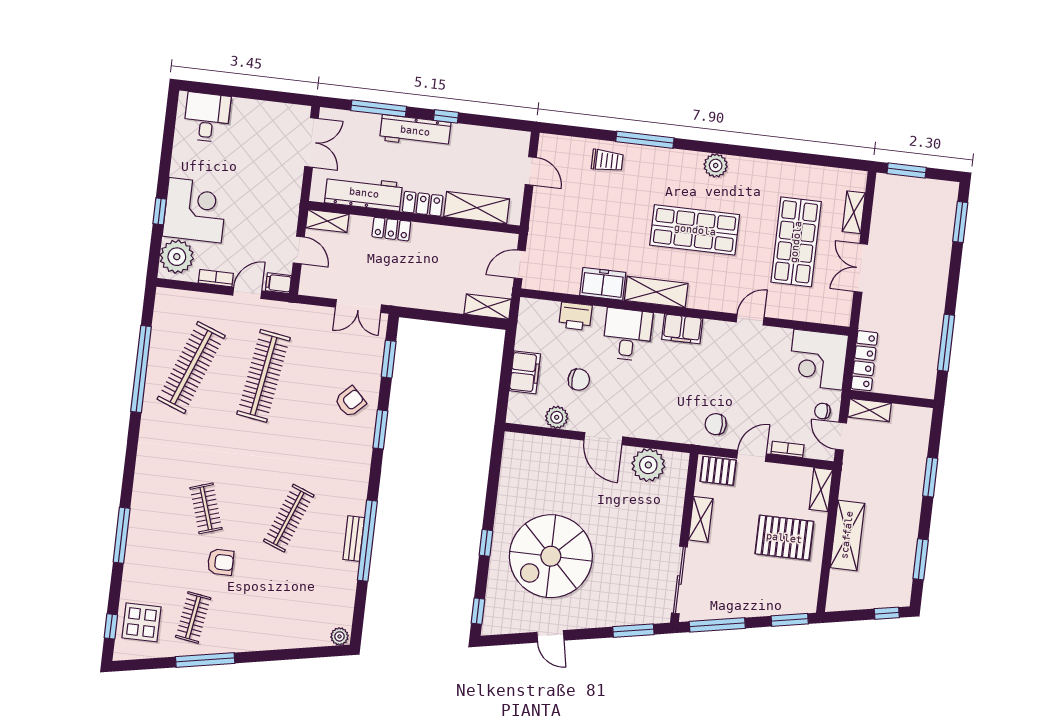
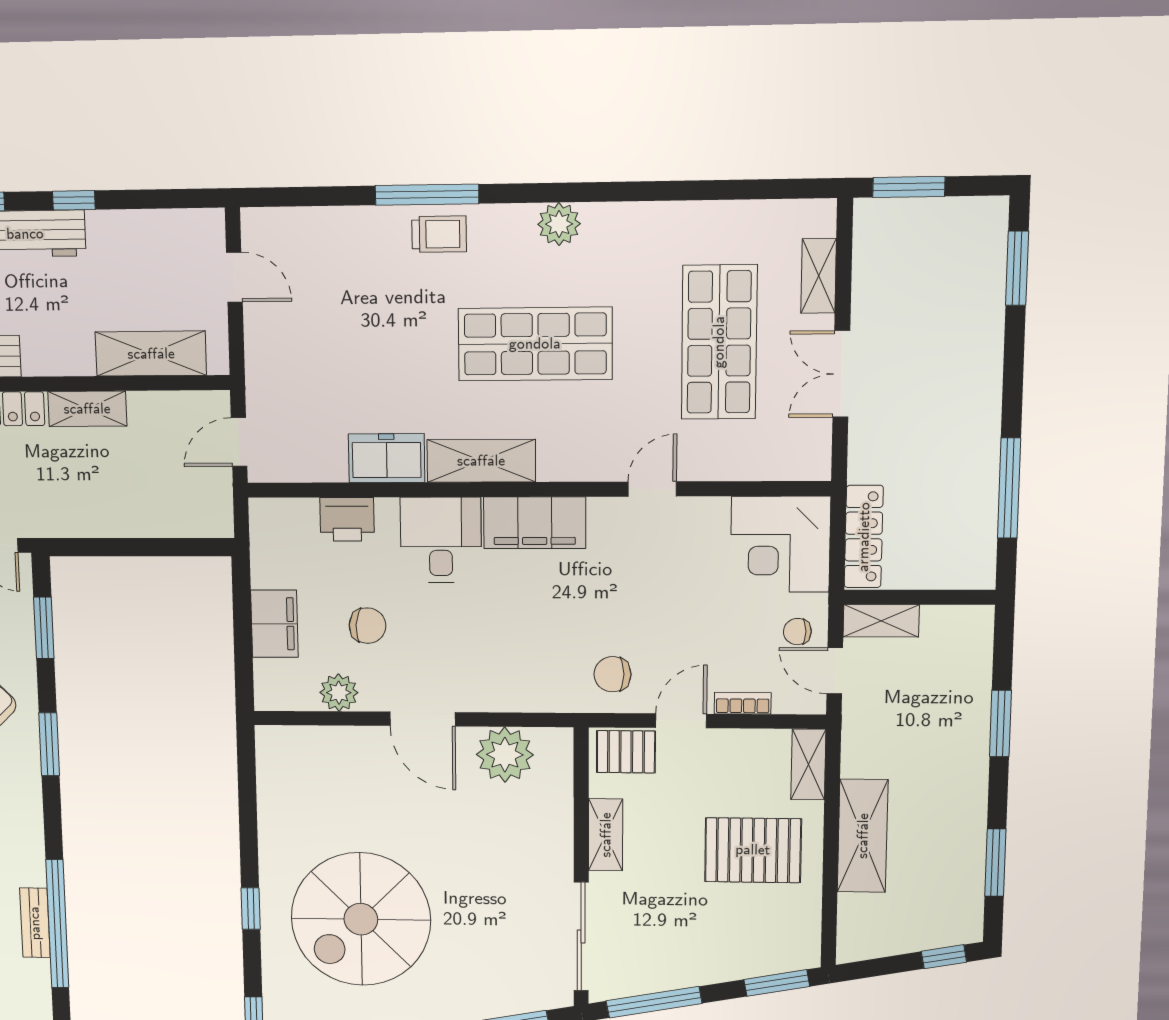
trolley: (607, 161) -> (439, 234), moved
locker: (423, 204) -> (58, 358), removed
shelving: (488, 307) -> (87, 409), moved
filing cabinet: (682, 329) -> (535, 523), width x1.50, depth x1.17

